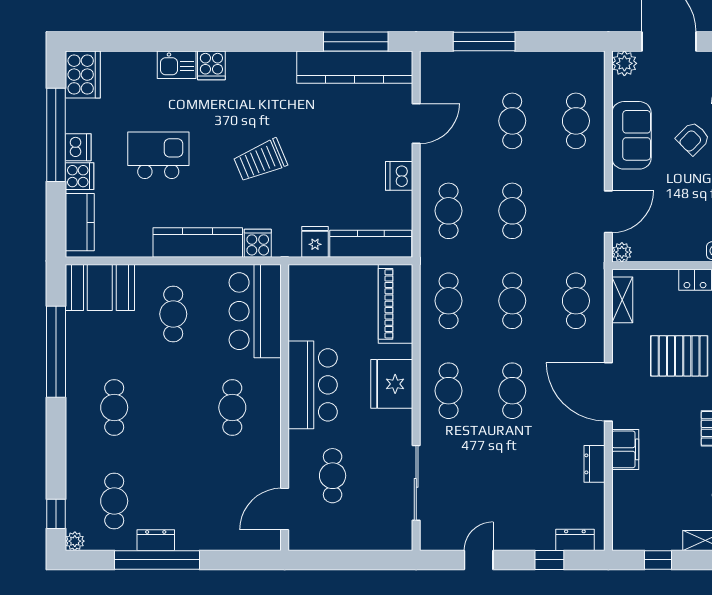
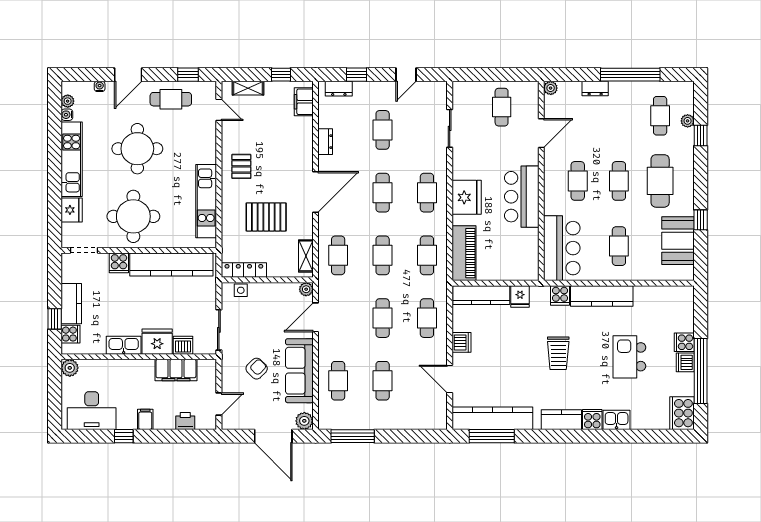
window: (484, 42) -> (353, 436), moved
door: (416, 124) -> (450, 379), hinge flipped
sofa: (632, 135) -> (299, 371), width x1.36
kitchen island: (158, 155) -> (629, 357), turned 90
trolley: (260, 160) -> (558, 353), turned 113
kitchen counter: (80, 222) -> (561, 420), moved, turned 90
booth: (100, 288) -> (678, 241), moved, turned 90
window: (56, 352) -> (701, 220), width x0.32
door: (608, 392) -> (315, 192), hinge flipped
cafe table: (114, 408) -> (660, 181), width x1.37, depth x1.35
cafe table: (173, 408) -> (619, 181), added
filing cabinet: (625, 449) -> (304, 102), moved
cafe table: (333, 476) -> (502, 107), moved
cafe table: (512, 481) -> (383, 130), added
sliding door: (416, 483) -> (450, 128), width x0.73
door: (285, 509) -> (541, 133), moved
window: (56, 514) -> (701, 136), moved
dresser: (156, 540) -> (595, 88), moved
plant: (75, 541) -> (688, 121), moved
plant: (271, 541) -> (551, 88), added

